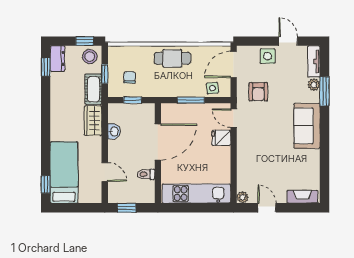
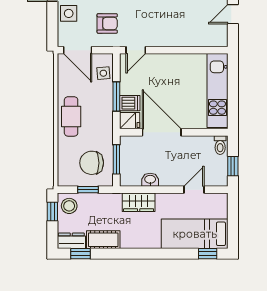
chair: (130, 77) -> (92, 163), width x1.87, depth x1.87
cot: (93, 89) -> (103, 240), moved
window: (133, 100) -> (116, 159), width x1.50
dishwasher: (185, 113) -> (130, 103), added
fridge: (221, 138) -> (130, 121), moved, turned -90
toilet: (146, 174) -> (220, 145), moved
plant: (243, 197) -> (222, 41), removed

